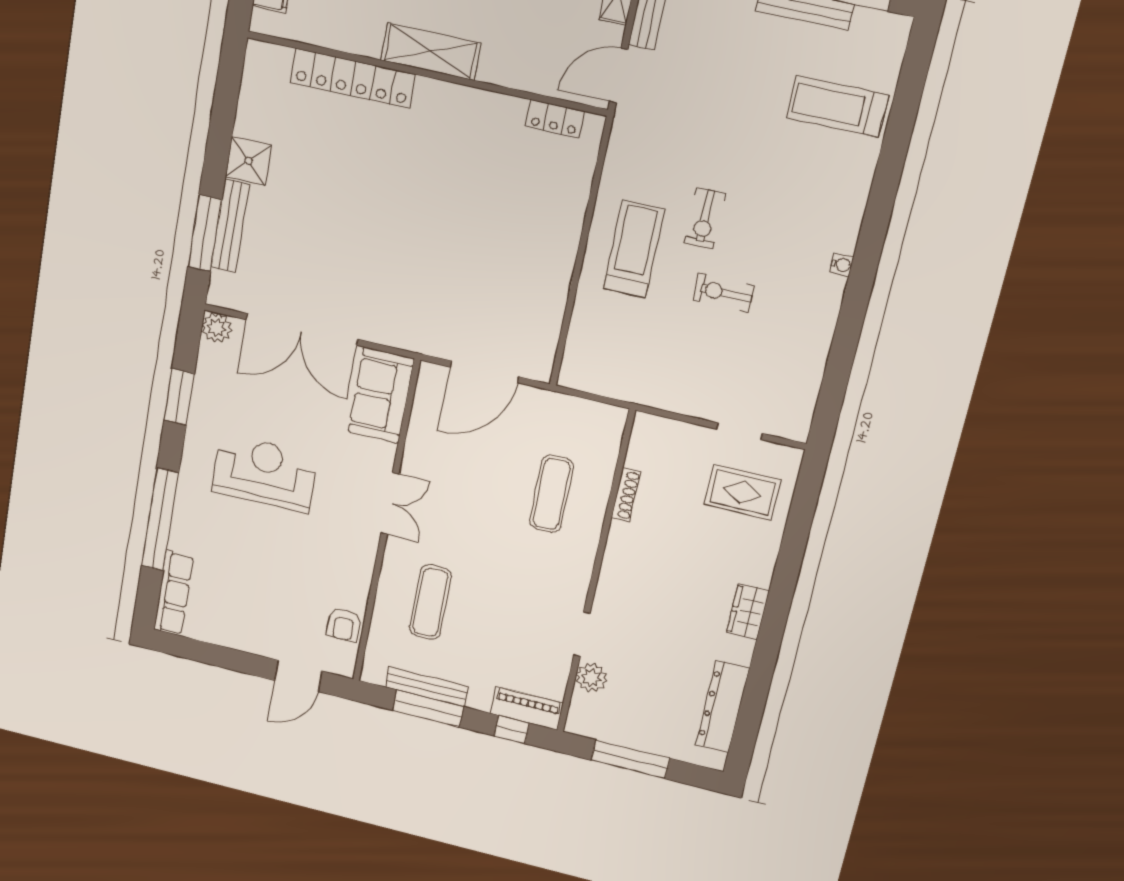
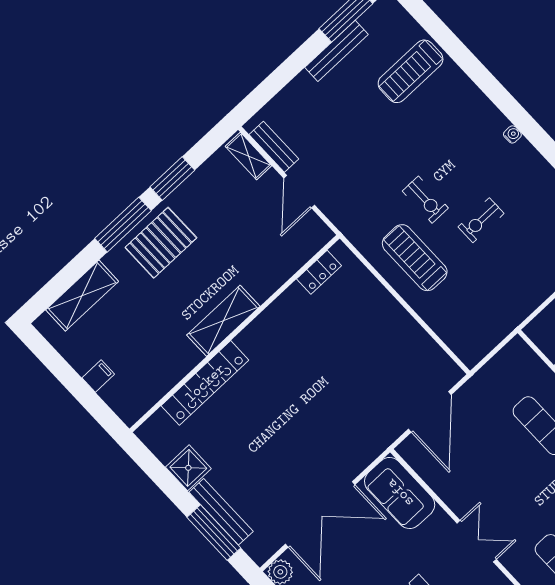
shelving: (431, 52) -> (223, 321), moved
wall: (426, 73) -> (235, 334), moved
locker: (353, 78) -> (205, 383), moved
locker: (555, 119) -> (319, 272), moved

